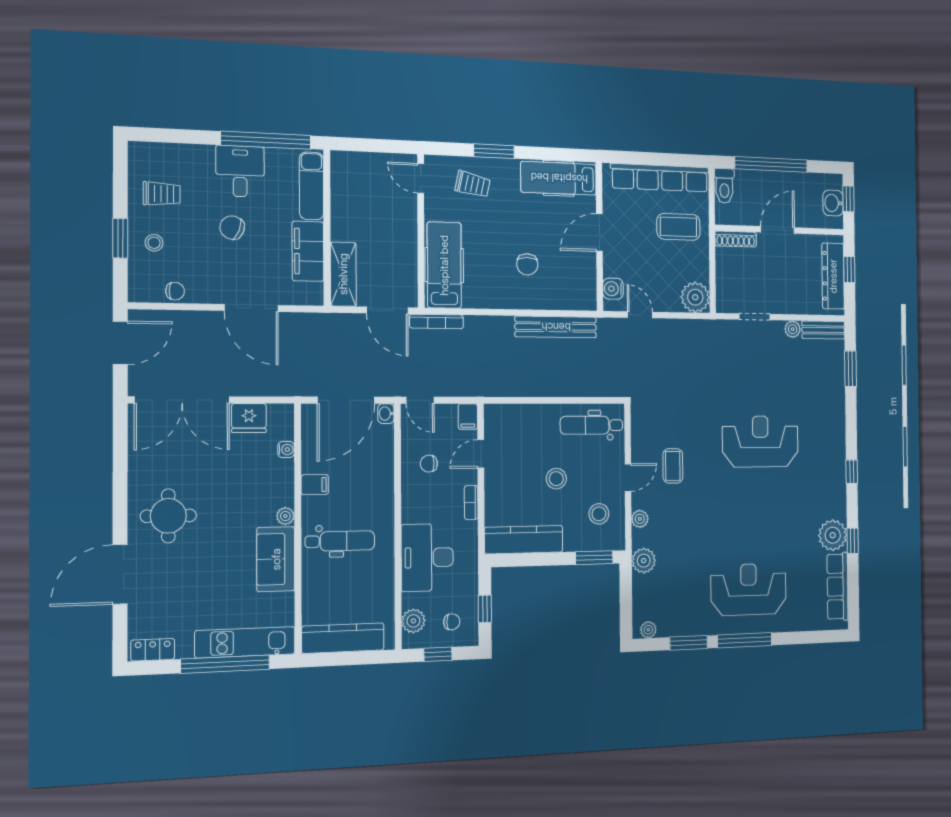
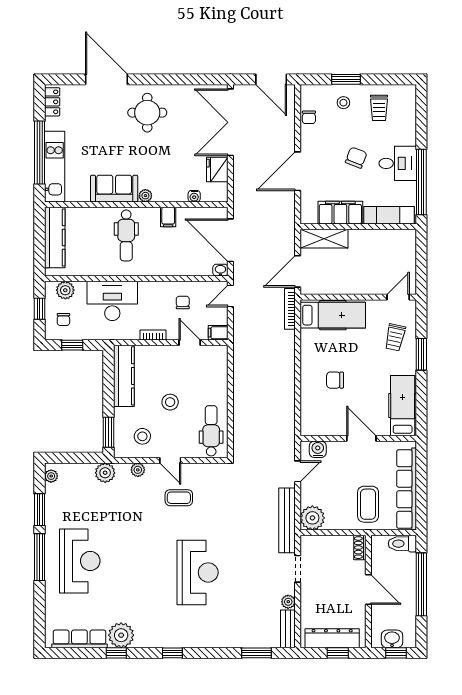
shoe rack: (736, 239) -> (360, 548), width x0.70
bench: (556, 327) -> (287, 520), moved

